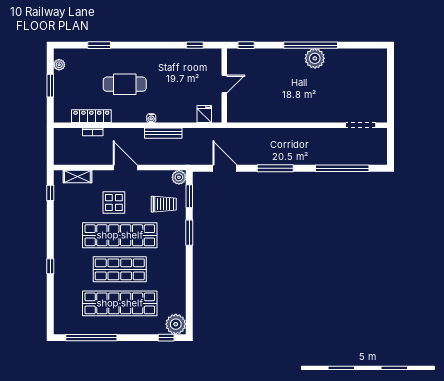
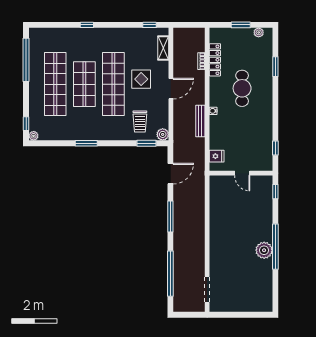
window: (189, 233) -> (86, 143), moved
plant: (176, 324) -> (34, 136), width x0.53, depth x0.53

